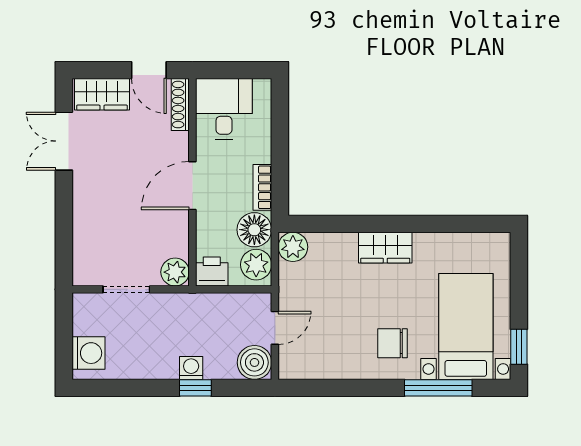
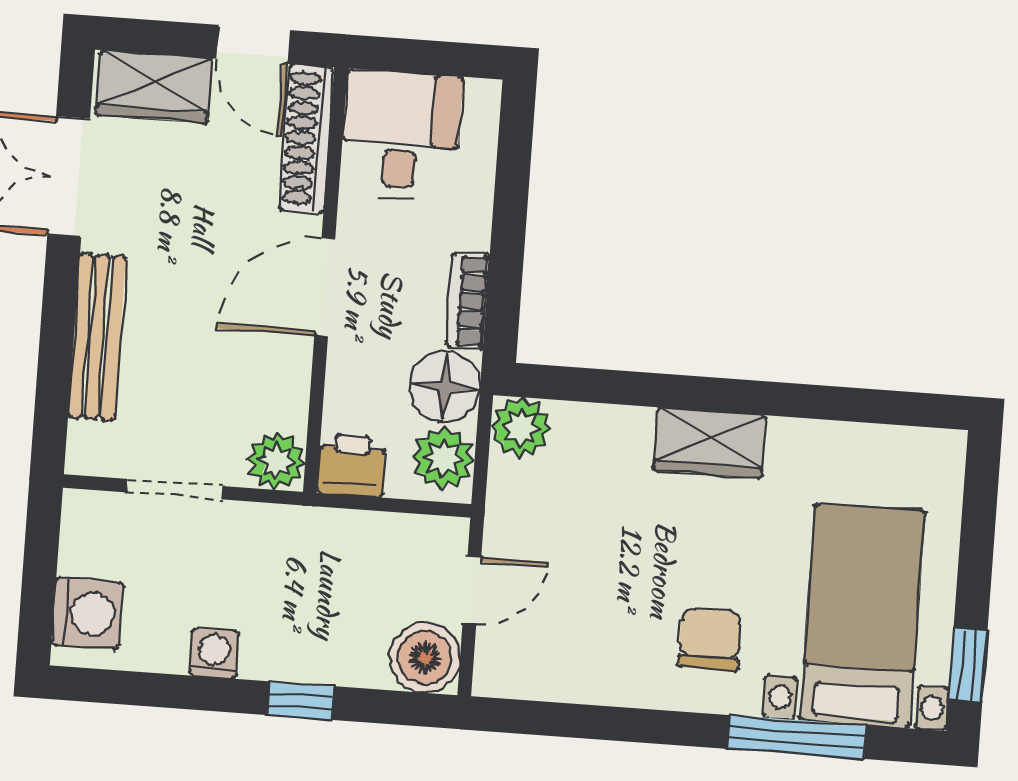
shoe rack: (180, 104) -> (306, 138), width x1.36, depth x1.24
bench: (83, 218) -> (97, 337), added
chair: (393, 343) -> (710, 639), turned 90
washing machine: (191, 368) -> (214, 654), moved

